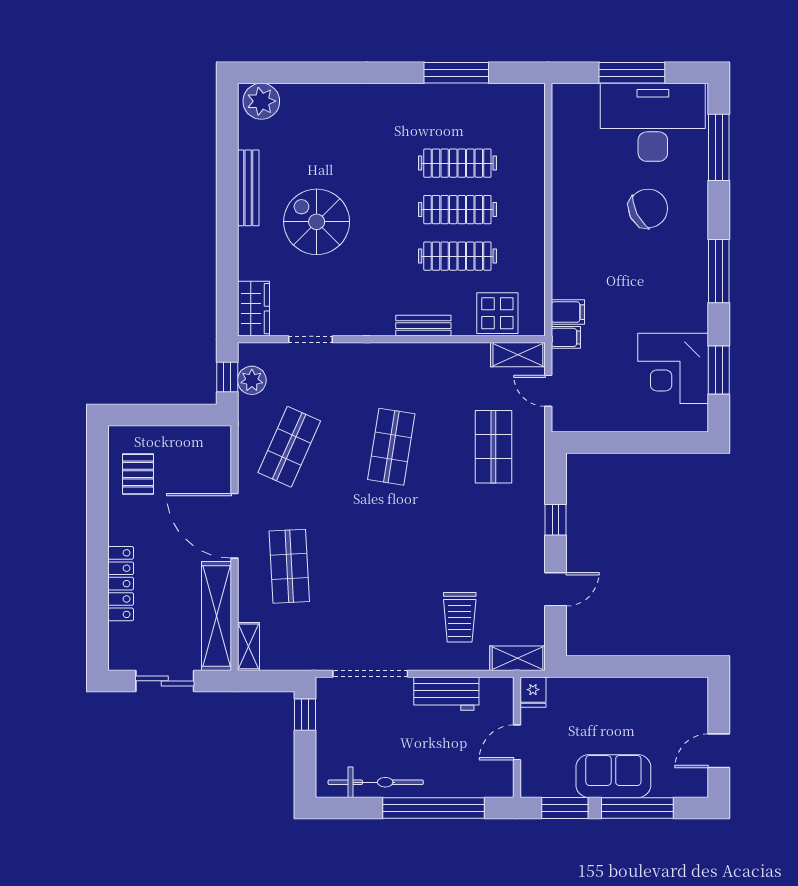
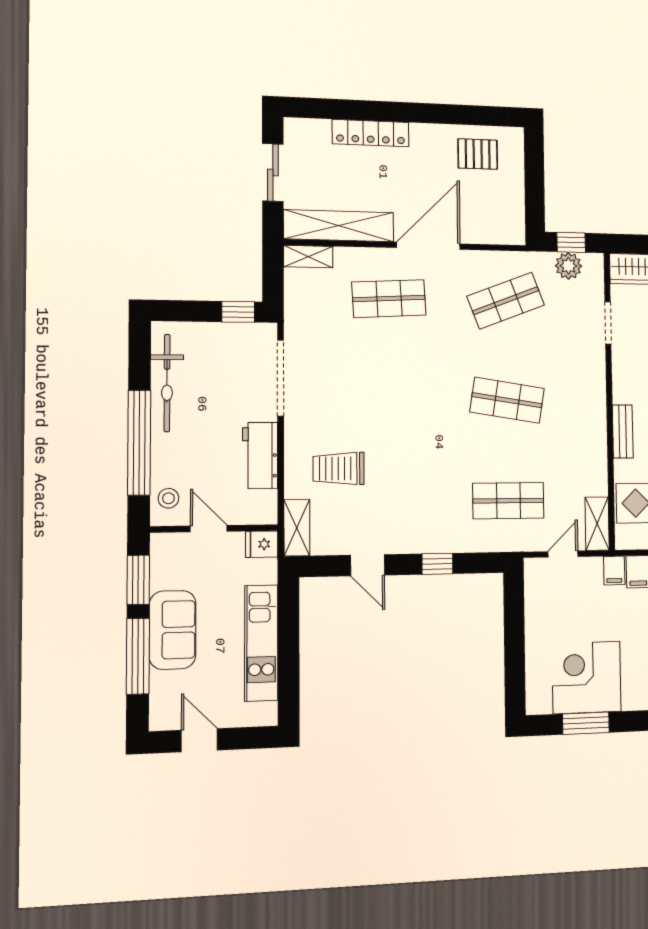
shop shelf: (289, 447) -> (506, 301), turned -45
kitchen unit: (628, 692) -> (261, 643), added
stool: (487, 780) -> (168, 498), added

